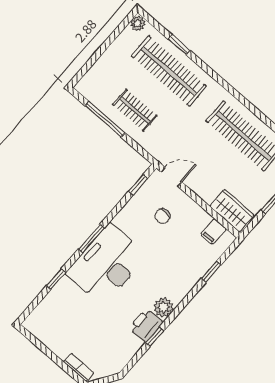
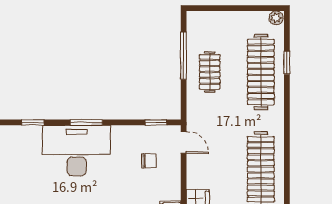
chair: (163, 216) -> (149, 161), turned 180

